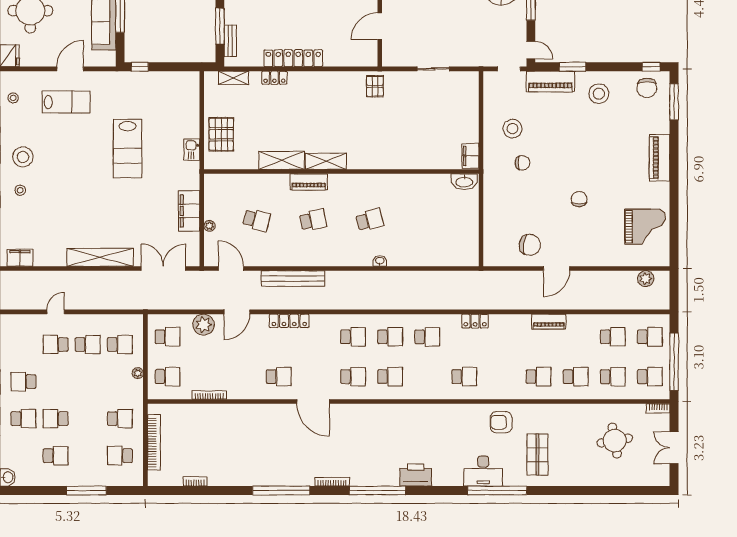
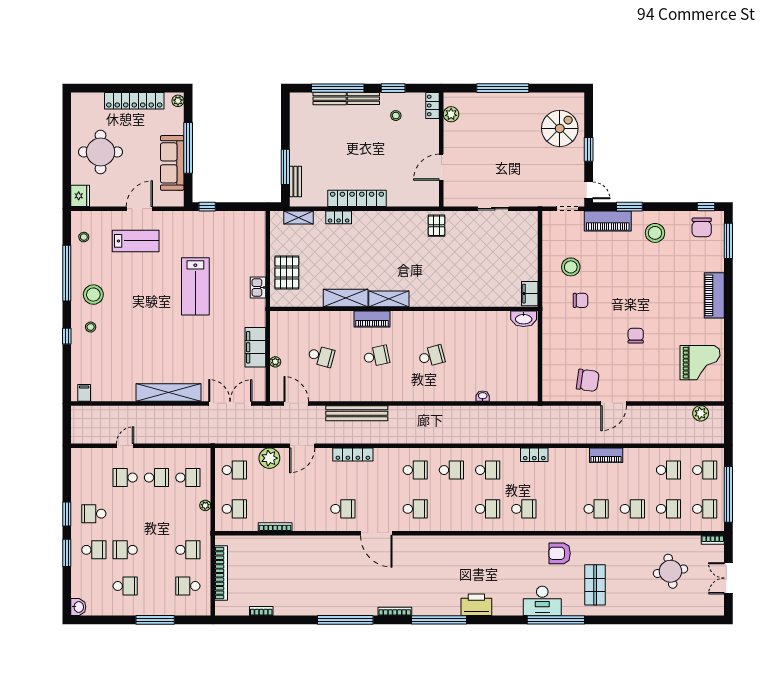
filing cabinet: (20, 258) -> (84, 393), width x0.50
washbasin: (380, 261) -> (483, 396), moved
school desk: (390, 377) -> (488, 509), moved

